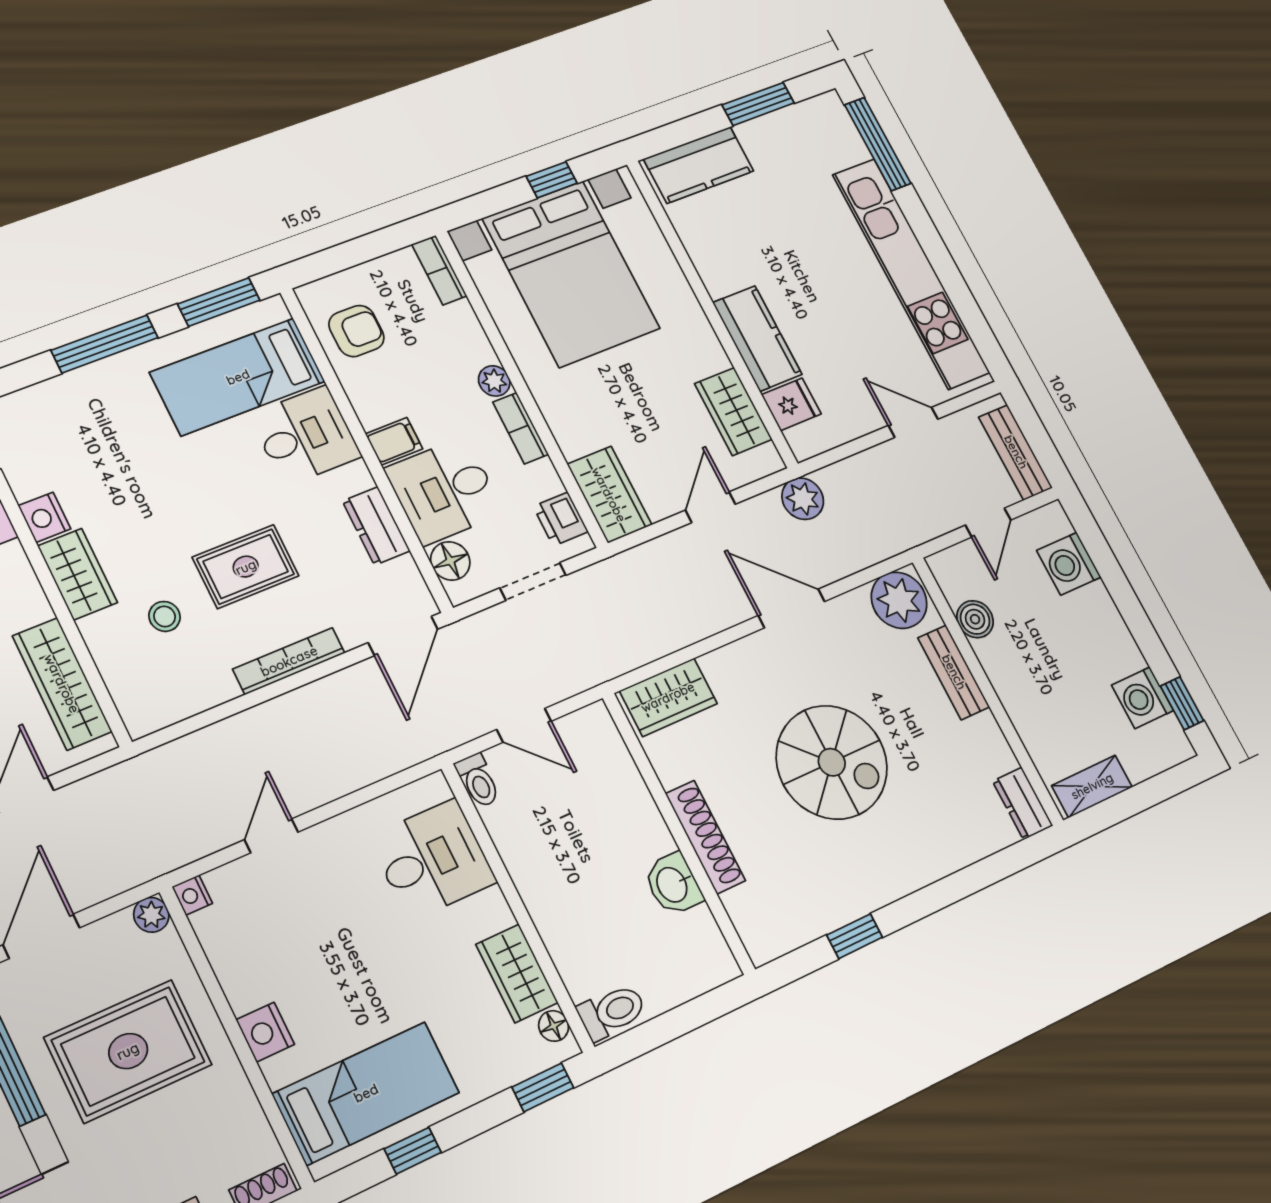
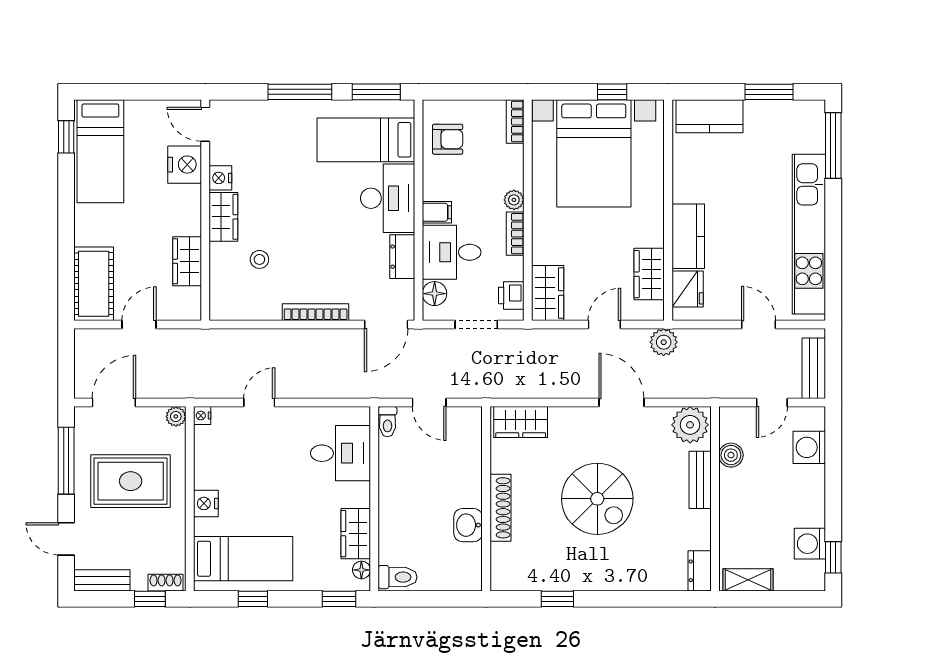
fridge: (791, 404) -> (688, 289), width x1.38
desk: (305, 436) -> (388, 198), width x1.37
rug: (246, 567) -> (317, 250), removed
wardrobe: (62, 684) -> (187, 261), width x0.67

